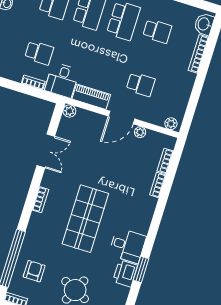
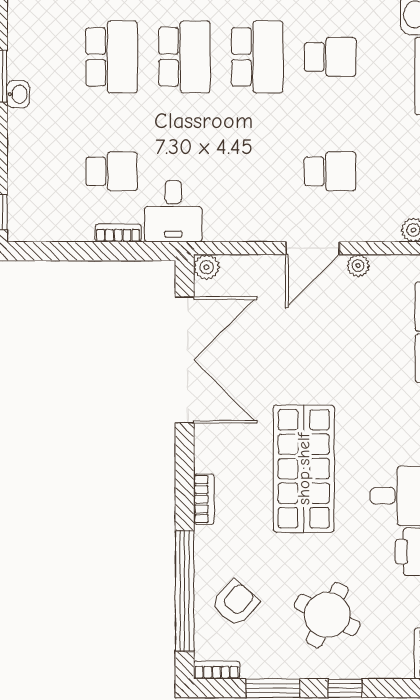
piano: (91, 97) -> (241, 226), removed
double door: (46, 151) -> (185, 360), width x1.87
bookcase: (40, 200) -> (204, 499), moved
armchair: (34, 271) -> (235, 603), turned 42

